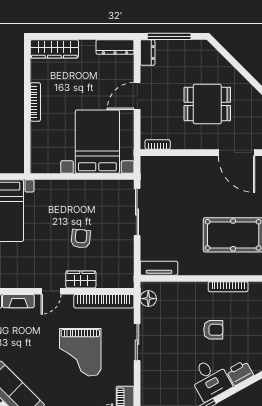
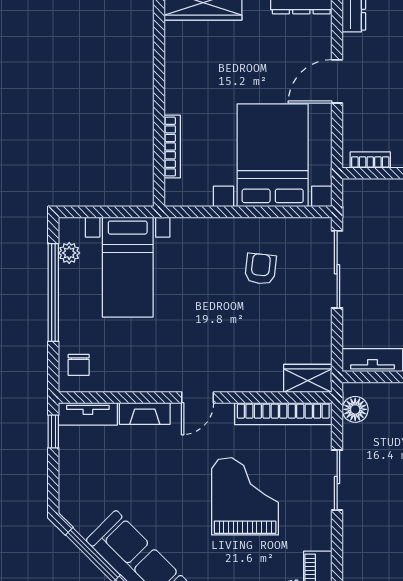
bookcase: (35, 102) -> (172, 147), moved
armchair: (81, 239) -> (261, 269), moved
wardrobe: (81, 279) -> (308, 378), moved
grand piano: (80, 352) -> (245, 496), turned 180

